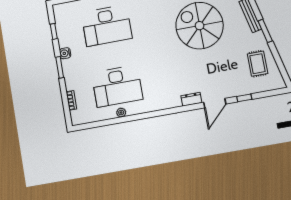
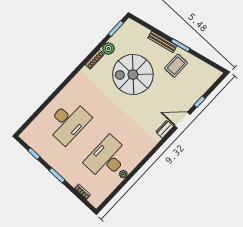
water cooler: (65, 53) -> (53, 163), removed
rug: (258, 64) -> (176, 66), moved, turned 90
desk: (117, 86) -> (107, 158), turned 180
door: (215, 103) -> (182, 120), swing flipped

